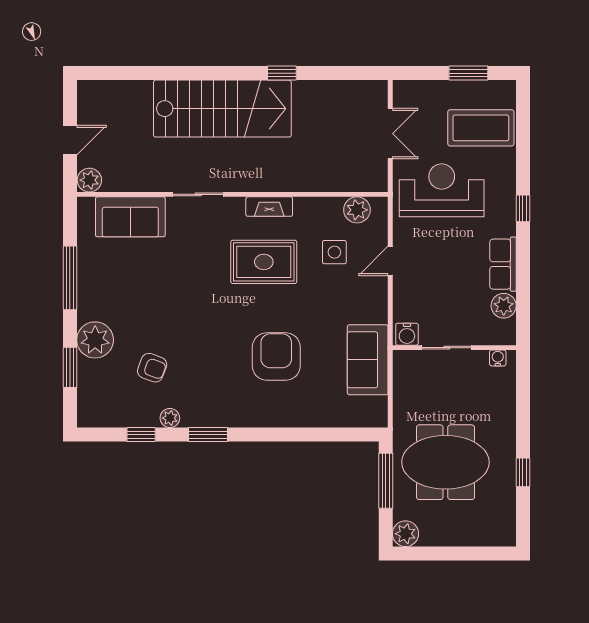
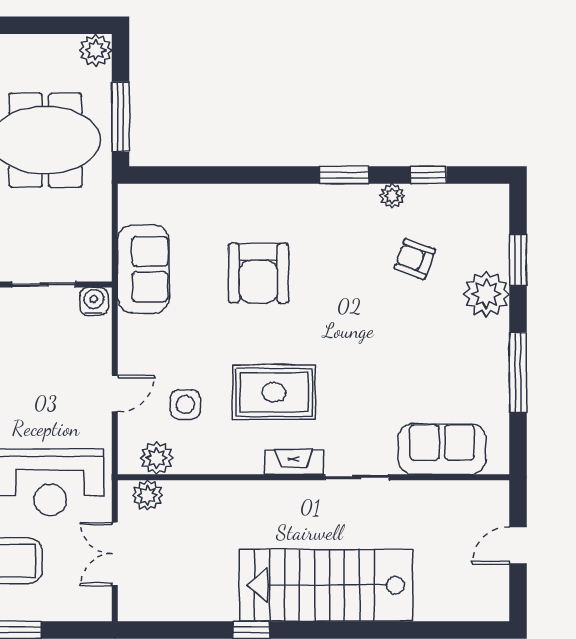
plant: (89, 180) -> (148, 495), moved
fireplace: (269, 207) -> (294, 462), moved

